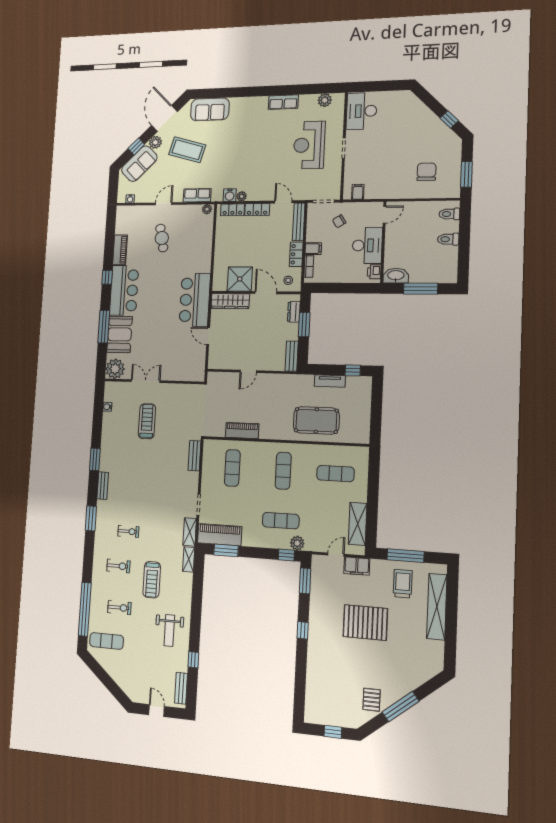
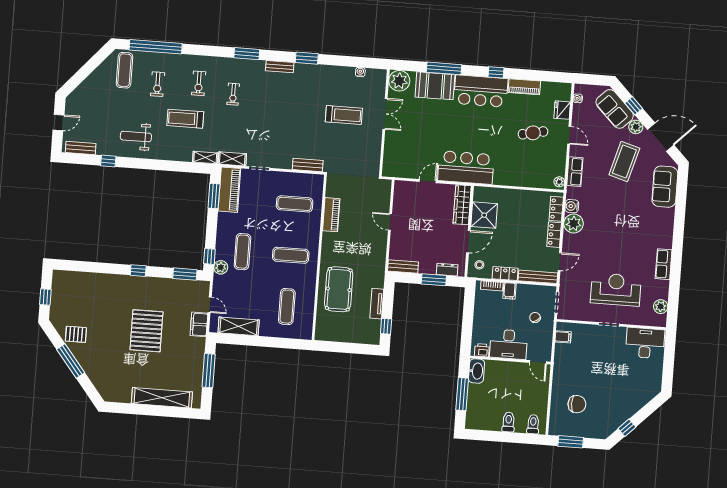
plant: (242, 196) -> (574, 224), width x1.87, depth x1.87
fridge: (141, 212) -> (562, 110), added
trolley: (403, 584) -> (183, 367), removed

